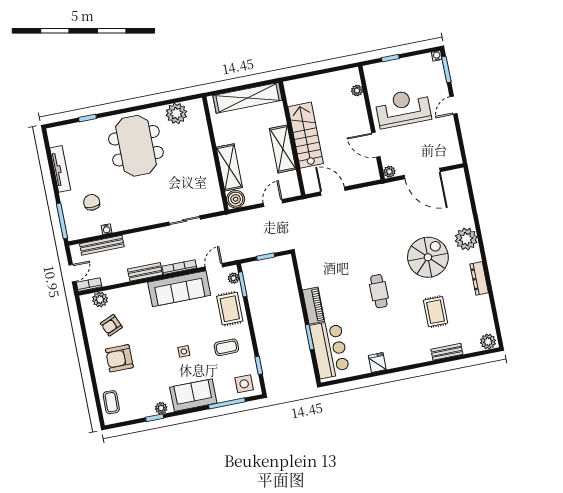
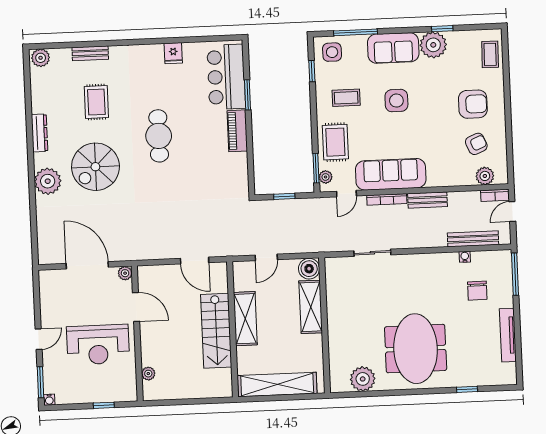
cafe table: (379, 291) -> (159, 136), width x1.37, depth x1.35
side table: (184, 351) -> (396, 101), width x1.87, depth x1.87
plant: (161, 408) -> (433, 45), width x1.87, depth x1.87

